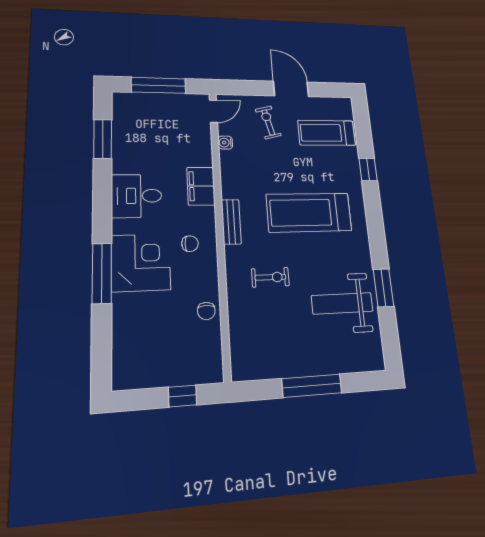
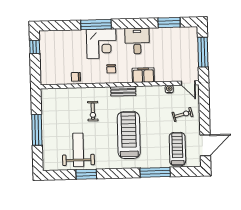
door: (291, 89) -> (205, 145), moved
window: (368, 170) -> (155, 172), width x2.17
window: (183, 396) -> (35, 47), moved

